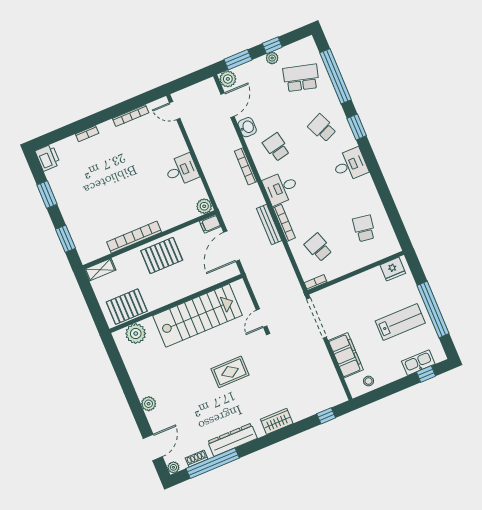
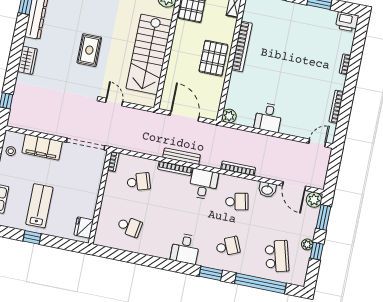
school desk: (301, 78) -> (277, 256), turned -30
filing cabinet: (210, 224) -> (213, 111), removed
window: (433, 310) -> (32, 237), width x0.32
lab bench: (400, 322) -> (39, 206), turned 180

